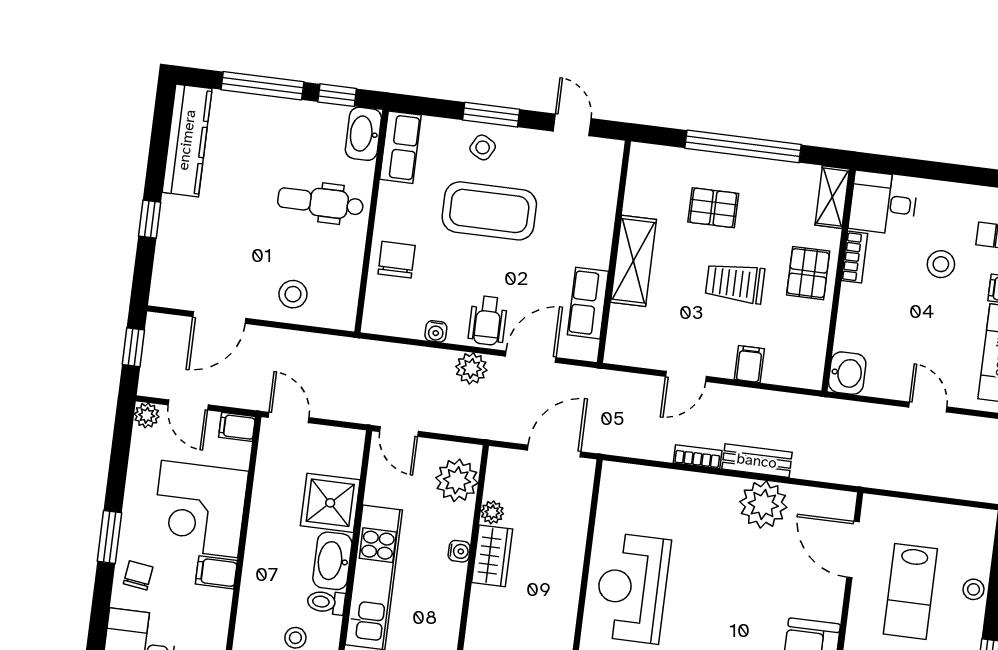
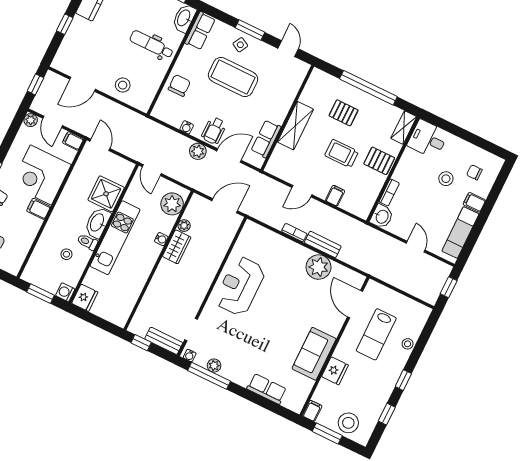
bookcase: (854, 257) -> (389, 192), moved
pallet: (808, 273) -> (379, 161), turned 90

